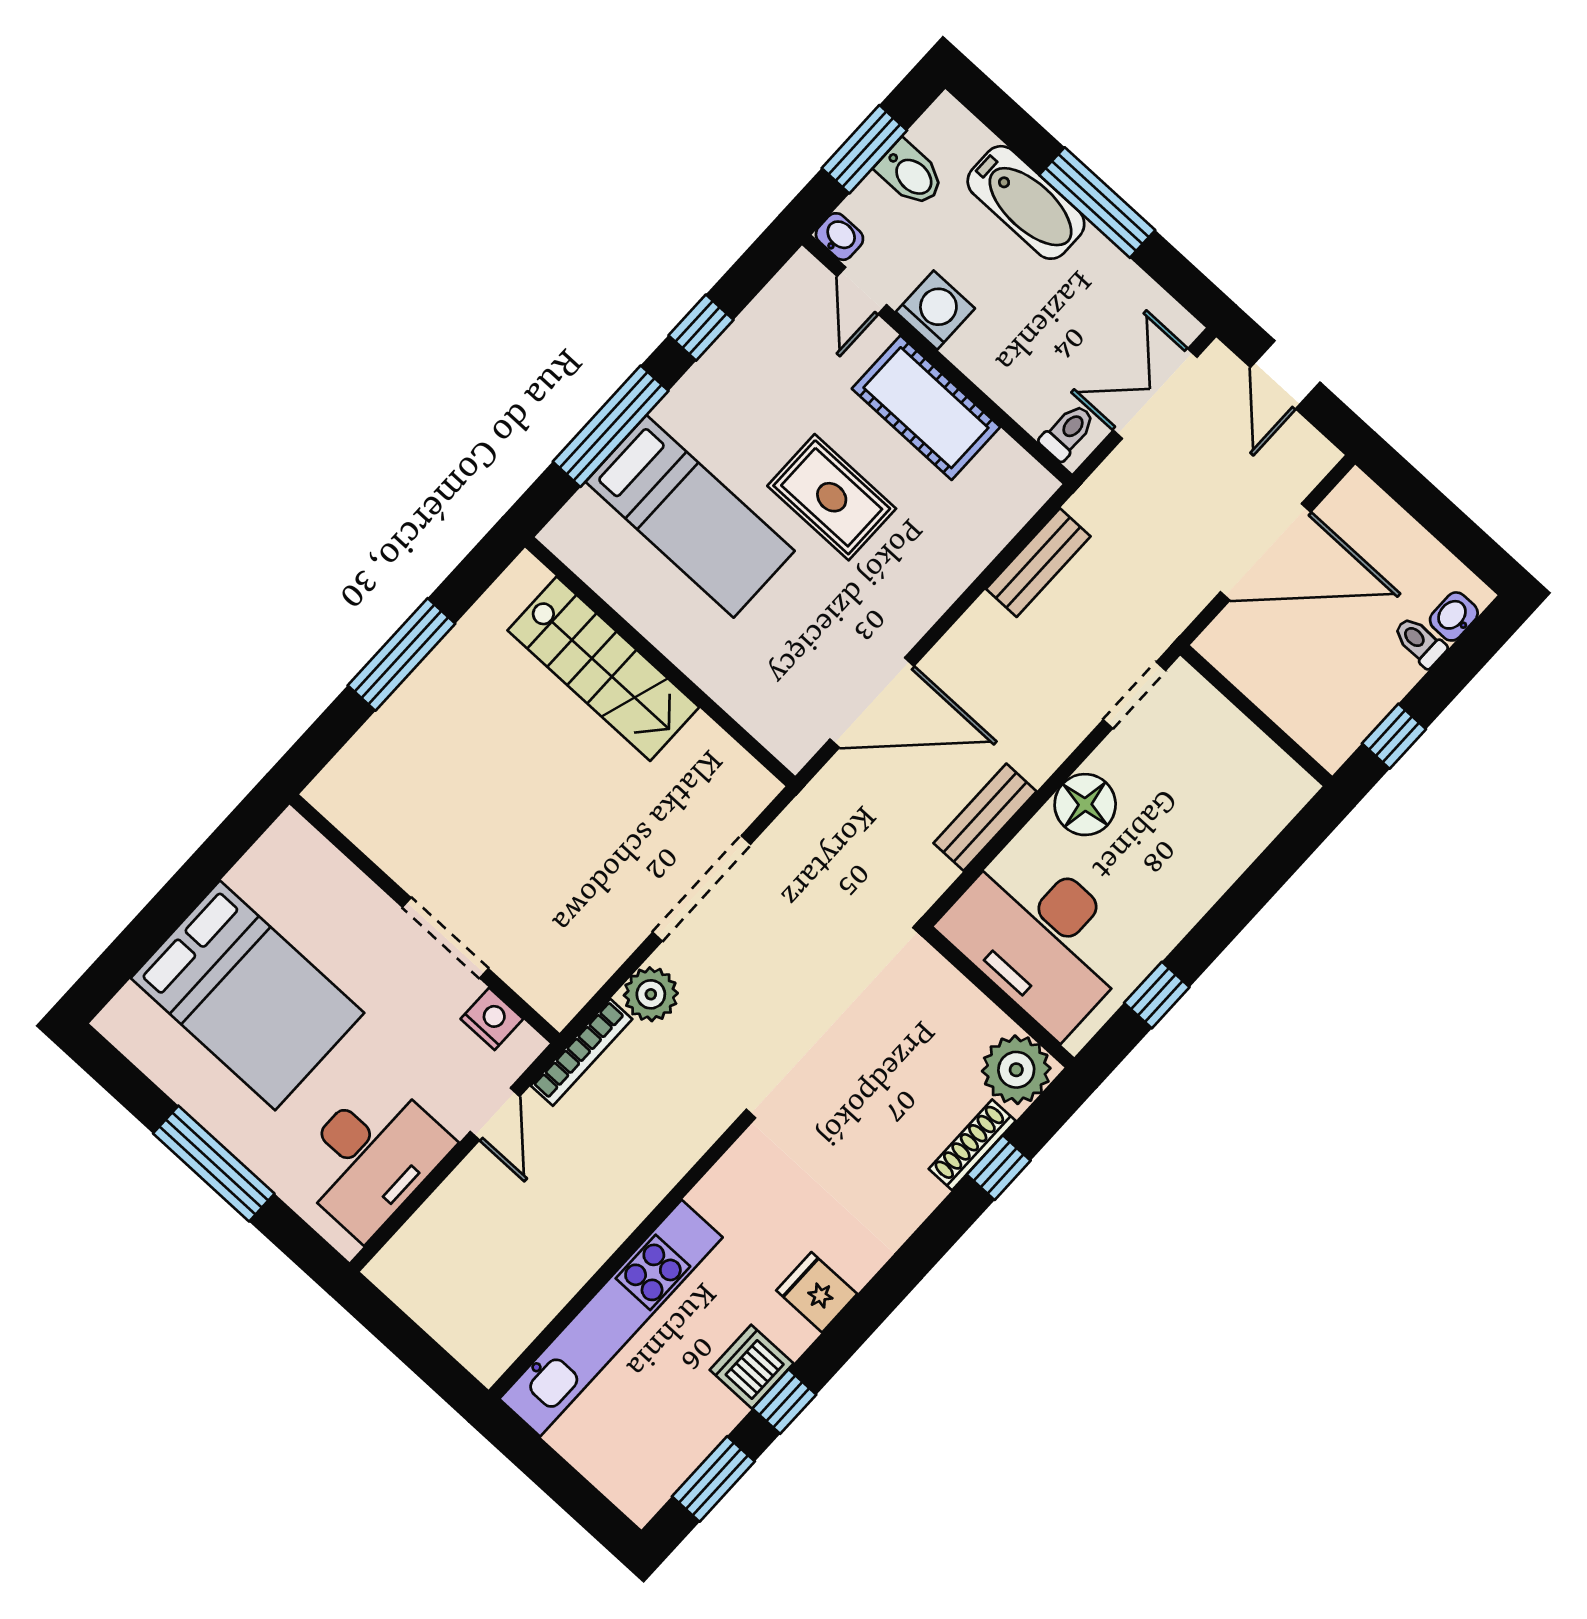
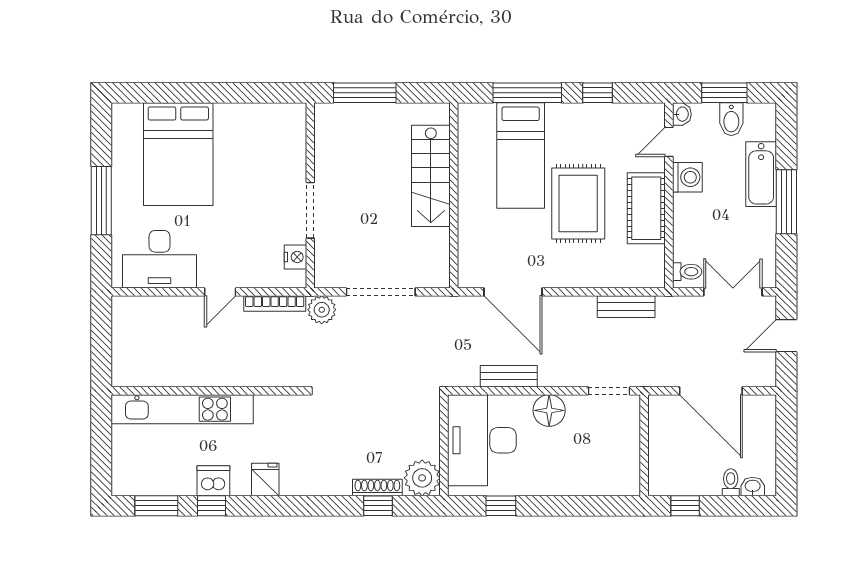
rug: (832, 497) -> (578, 203), width x1.36, depth x1.43
wall: (425, 919) -> (310, 195), moved
doorway: (445, 938) -> (310, 210), moved
nightstand: (492, 1019) -> (295, 257), moved

